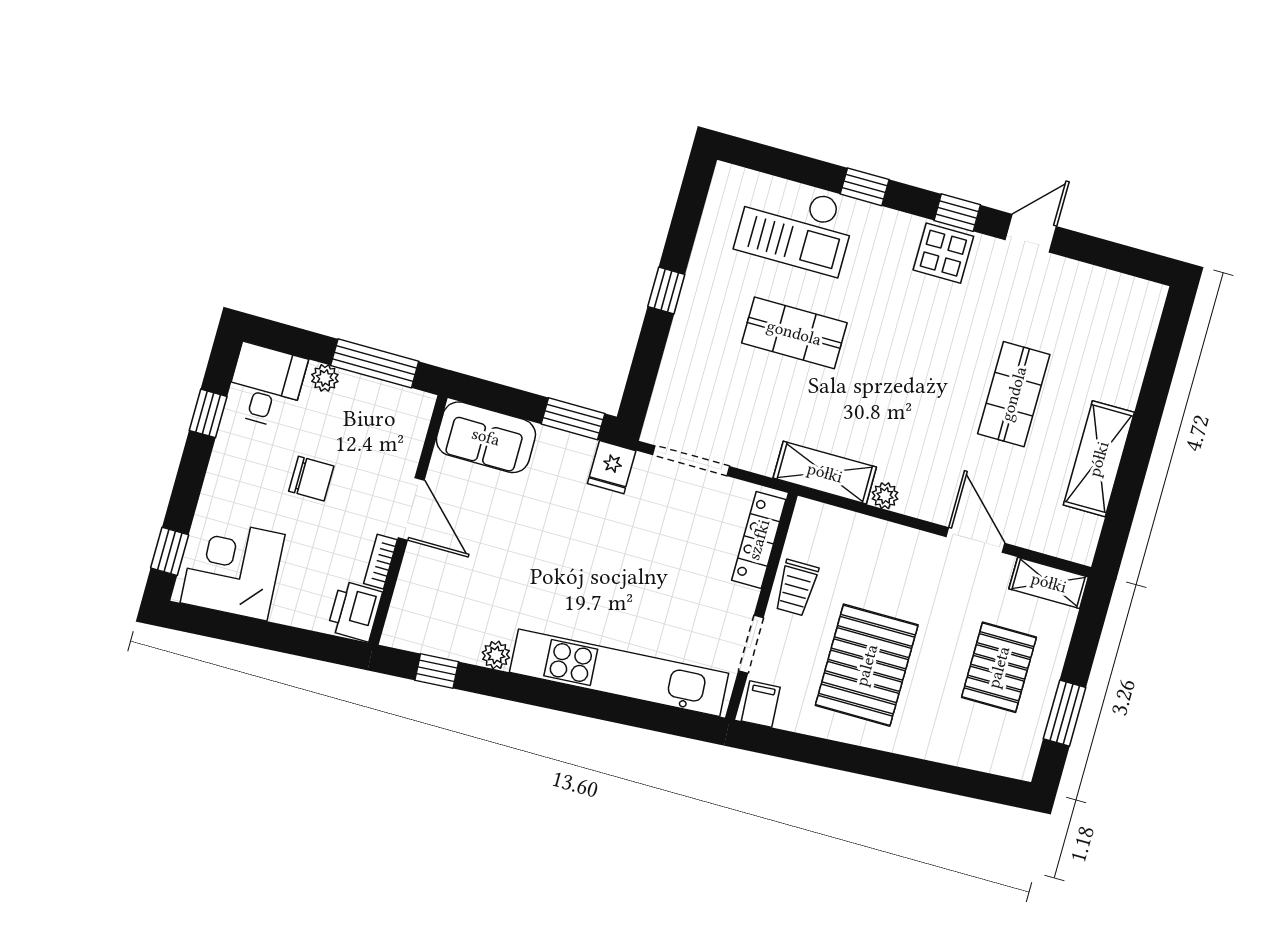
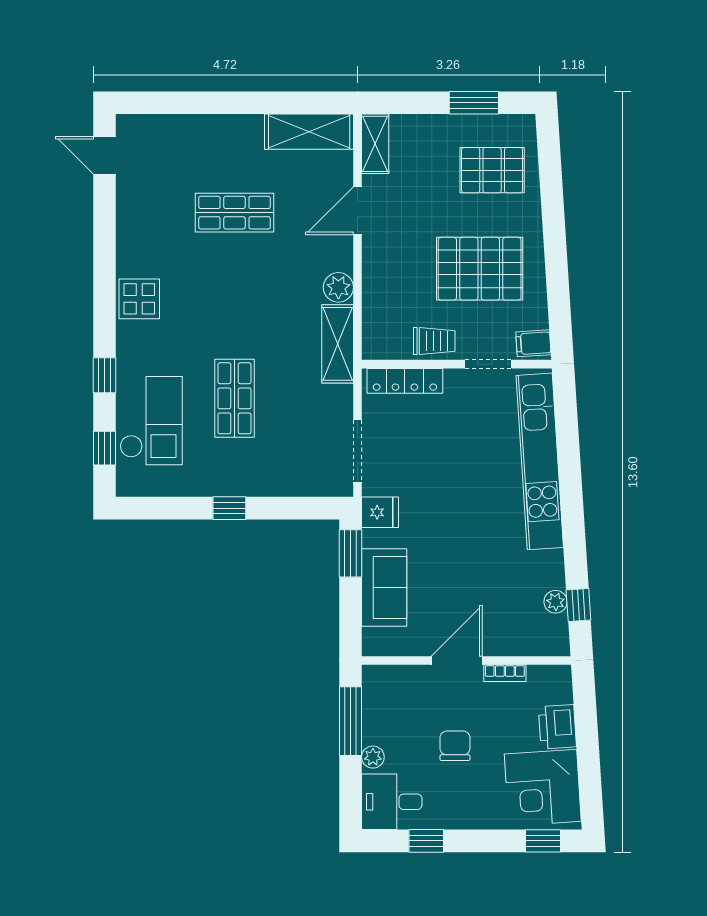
window: (957, 213) -> (104, 448), moved
door: (1031, 233) -> (104, 155), moved
sofa: (486, 437) -> (384, 588), moved
shelving: (1099, 459) -> (309, 132), moved
plant: (885, 496) -> (338, 287), width x1.38, depth x1.38
printer: (355, 611) -> (557, 727), moved, turned 86
plant: (496, 655) -> (555, 602), moved
pallet: (999, 667) -> (492, 170), moved

